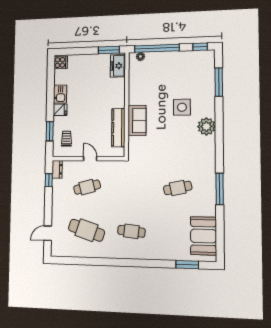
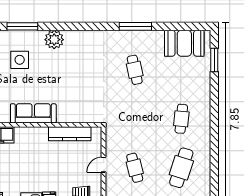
side table: (182, 107) -> (20, 60), moved
sofa: (137, 120) -> (33, 113), moved, width x1.36
plant: (206, 126) -> (54, 40), moved

